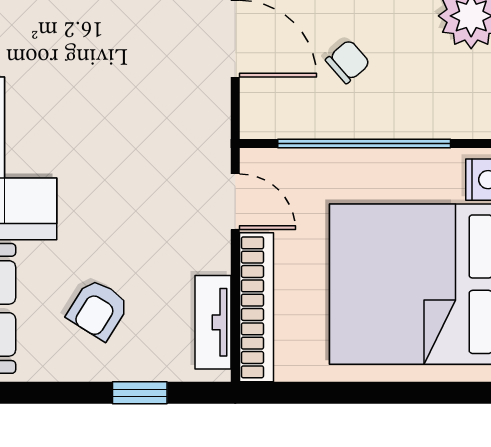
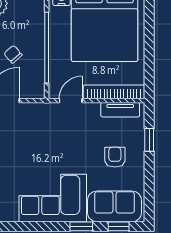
armchair: (98, 309) -> (115, 157), turned -122

